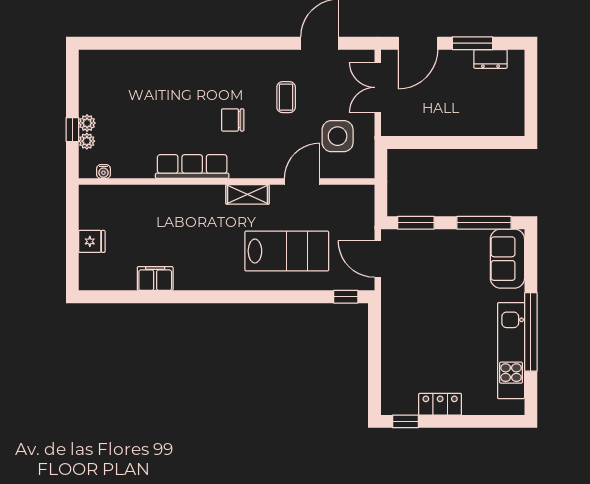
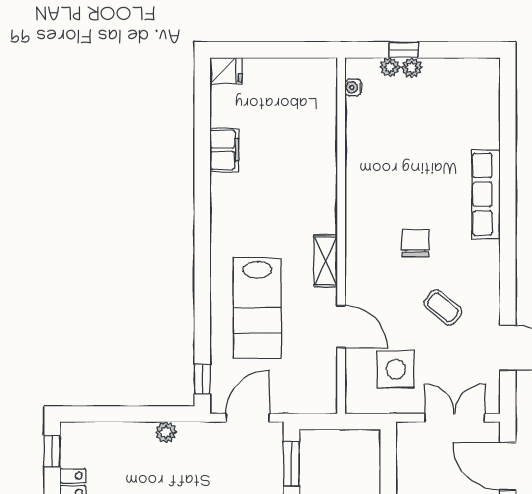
coffee table: (286, 97) -> (443, 307), turned 40
row of seats: (192, 167) -> (486, 194), moved, turned 180
fridge: (92, 241) -> (226, 71), moved, turned -90
plant: (390, 327) -> (166, 432), added

